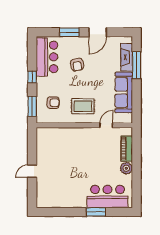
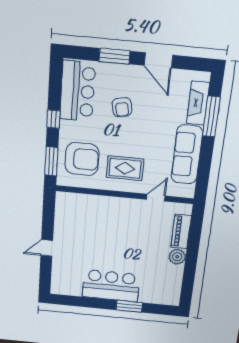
door: (98, 32) -> (158, 60), hinge flipped
armchair: (53, 103) -> (82, 159), width x1.88, depth x1.88
bar counter: (107, 196) -> (111, 286), moved

